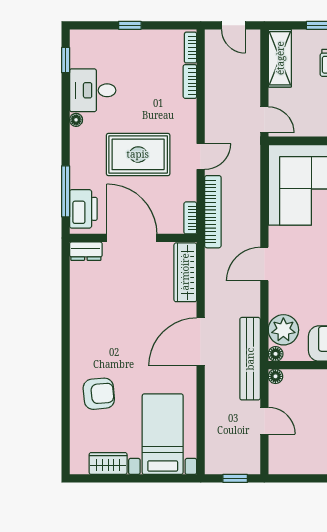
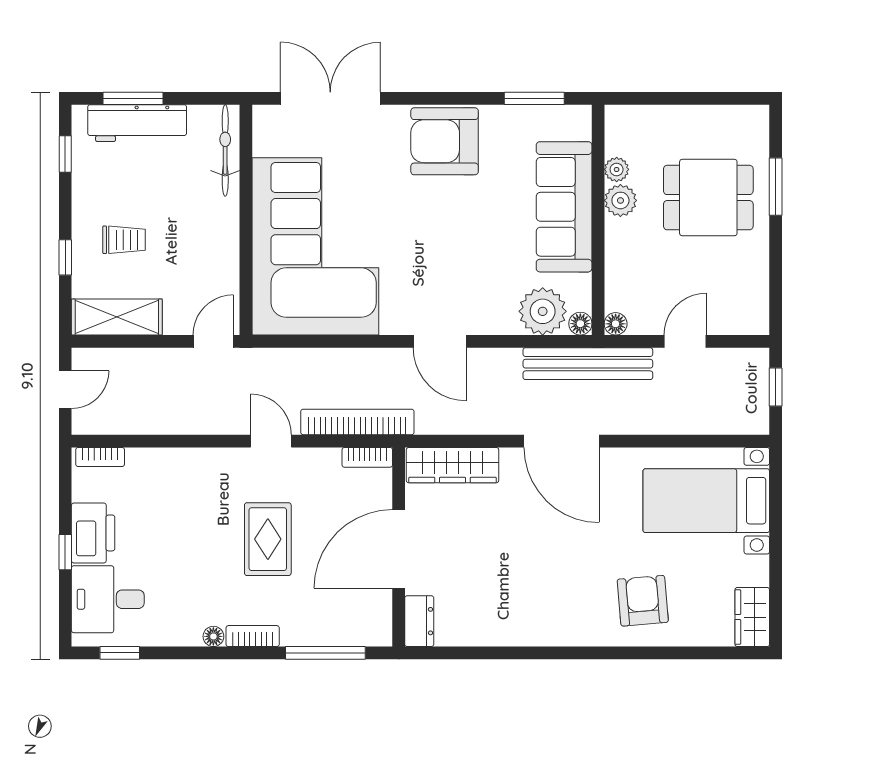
bookcase: (190, 81) -> (253, 636), moved, turned 180
desk: (93, 90) -> (108, 599), moved, turned 90
rug: (138, 154) -> (268, 539), width x0.73, depth x0.70
printer: (83, 209) -> (93, 533), moved, turned 90
wardrobe: (108, 463) -> (752, 617), moved

